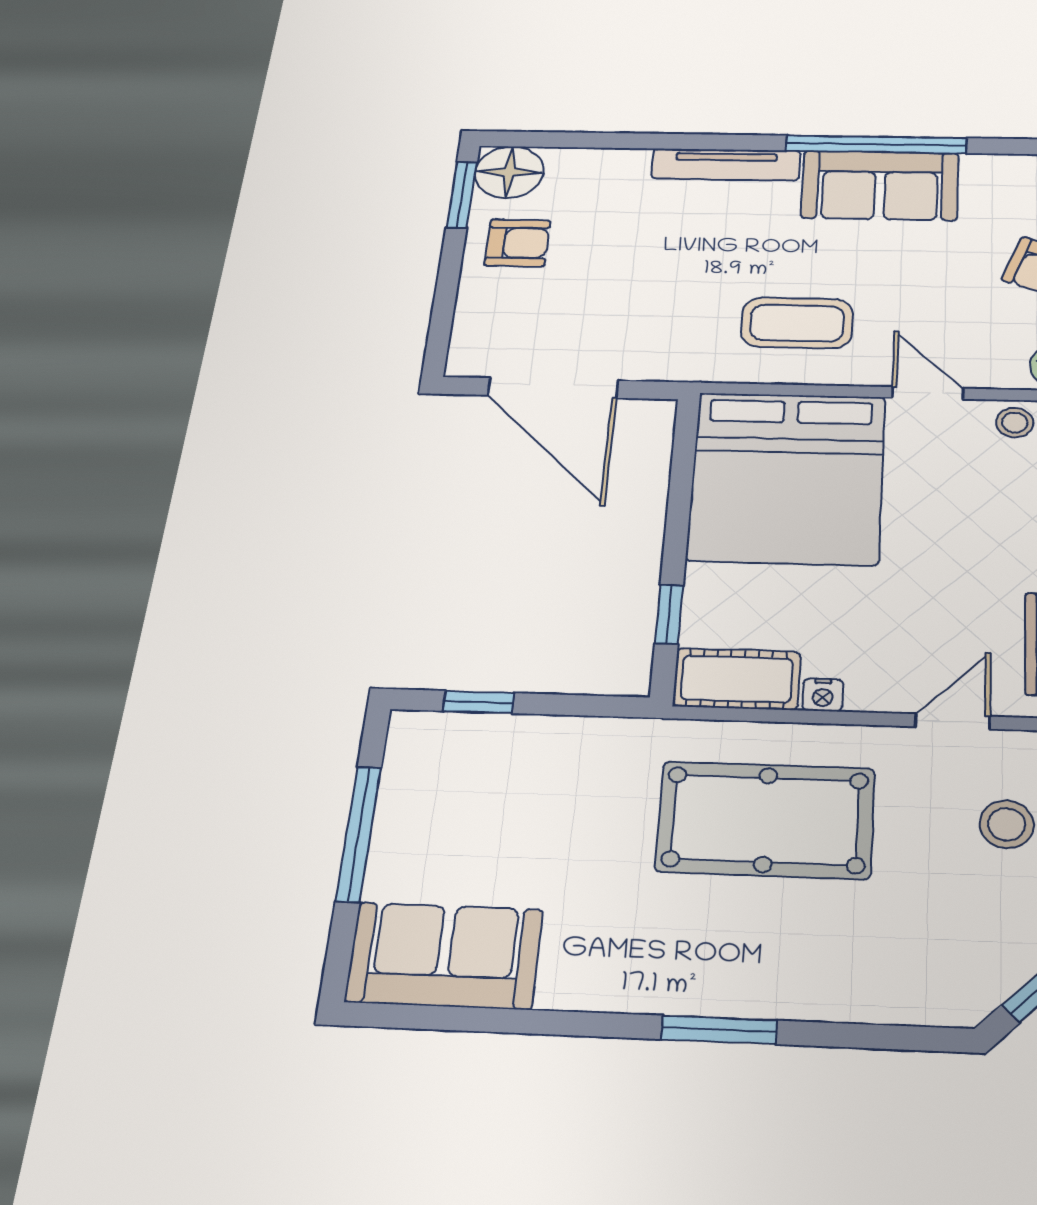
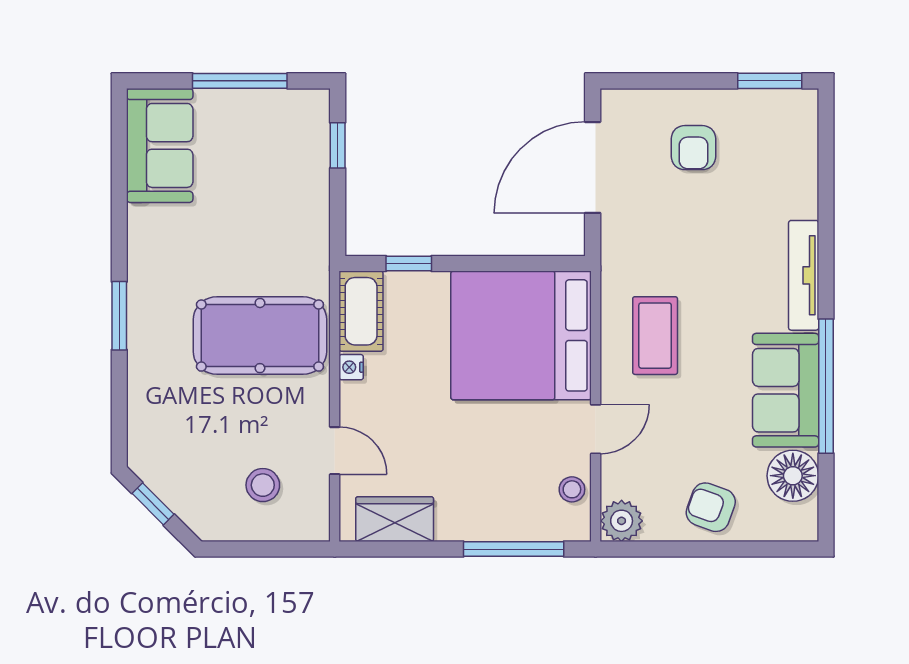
floor lamp: (509, 172) -> (793, 476), moved
armchair: (517, 243) -> (694, 148), moved
pool table: (766, 820) -> (260, 336), turned 90

